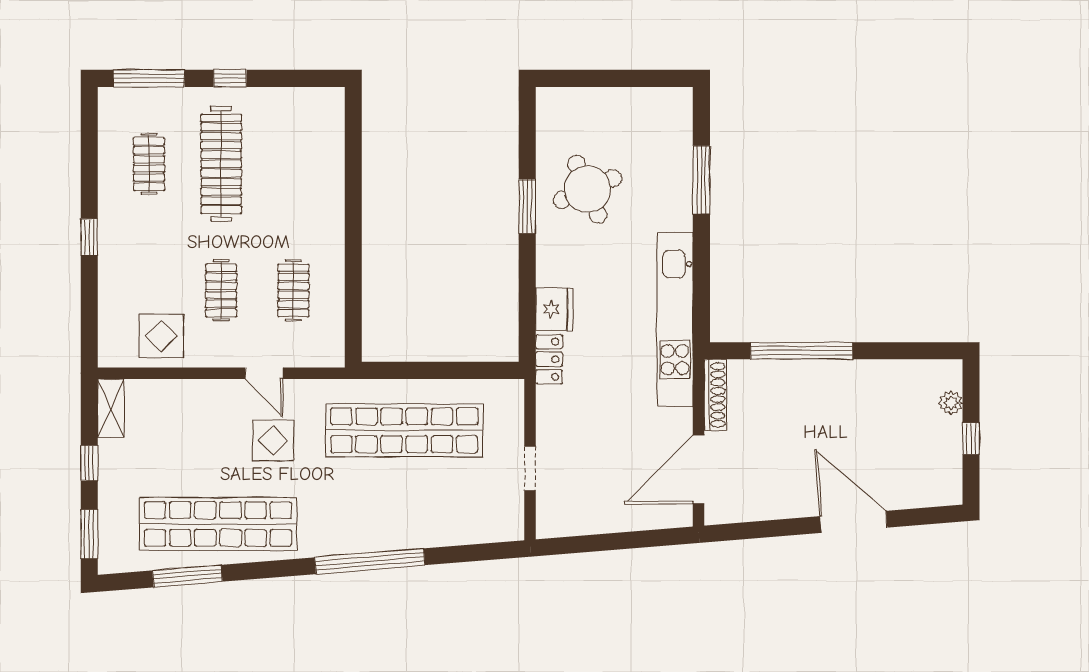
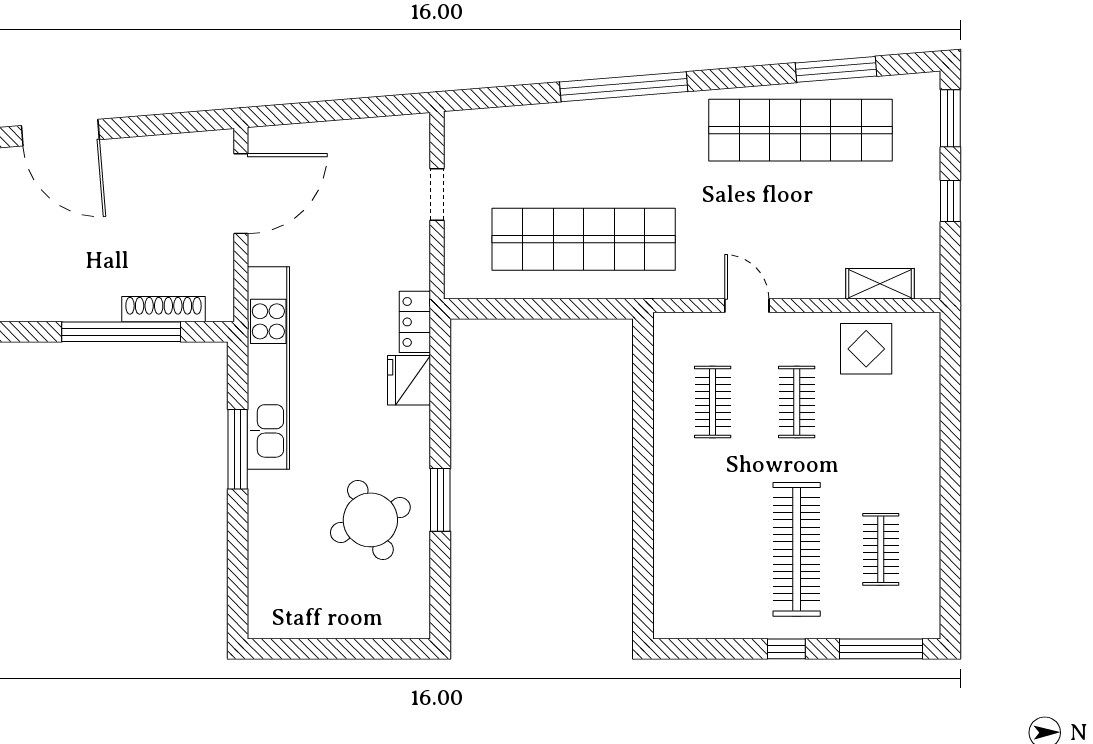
window: (701, 180) -> (238, 449), moved
window: (89, 237) -> (950, 464), removed
shoe rack: (715, 395) -> (164, 309), moved, turned 90
shelving: (111, 408) -> (880, 284), moved, turned 90
display table: (273, 440) -> (736, 227), removed

